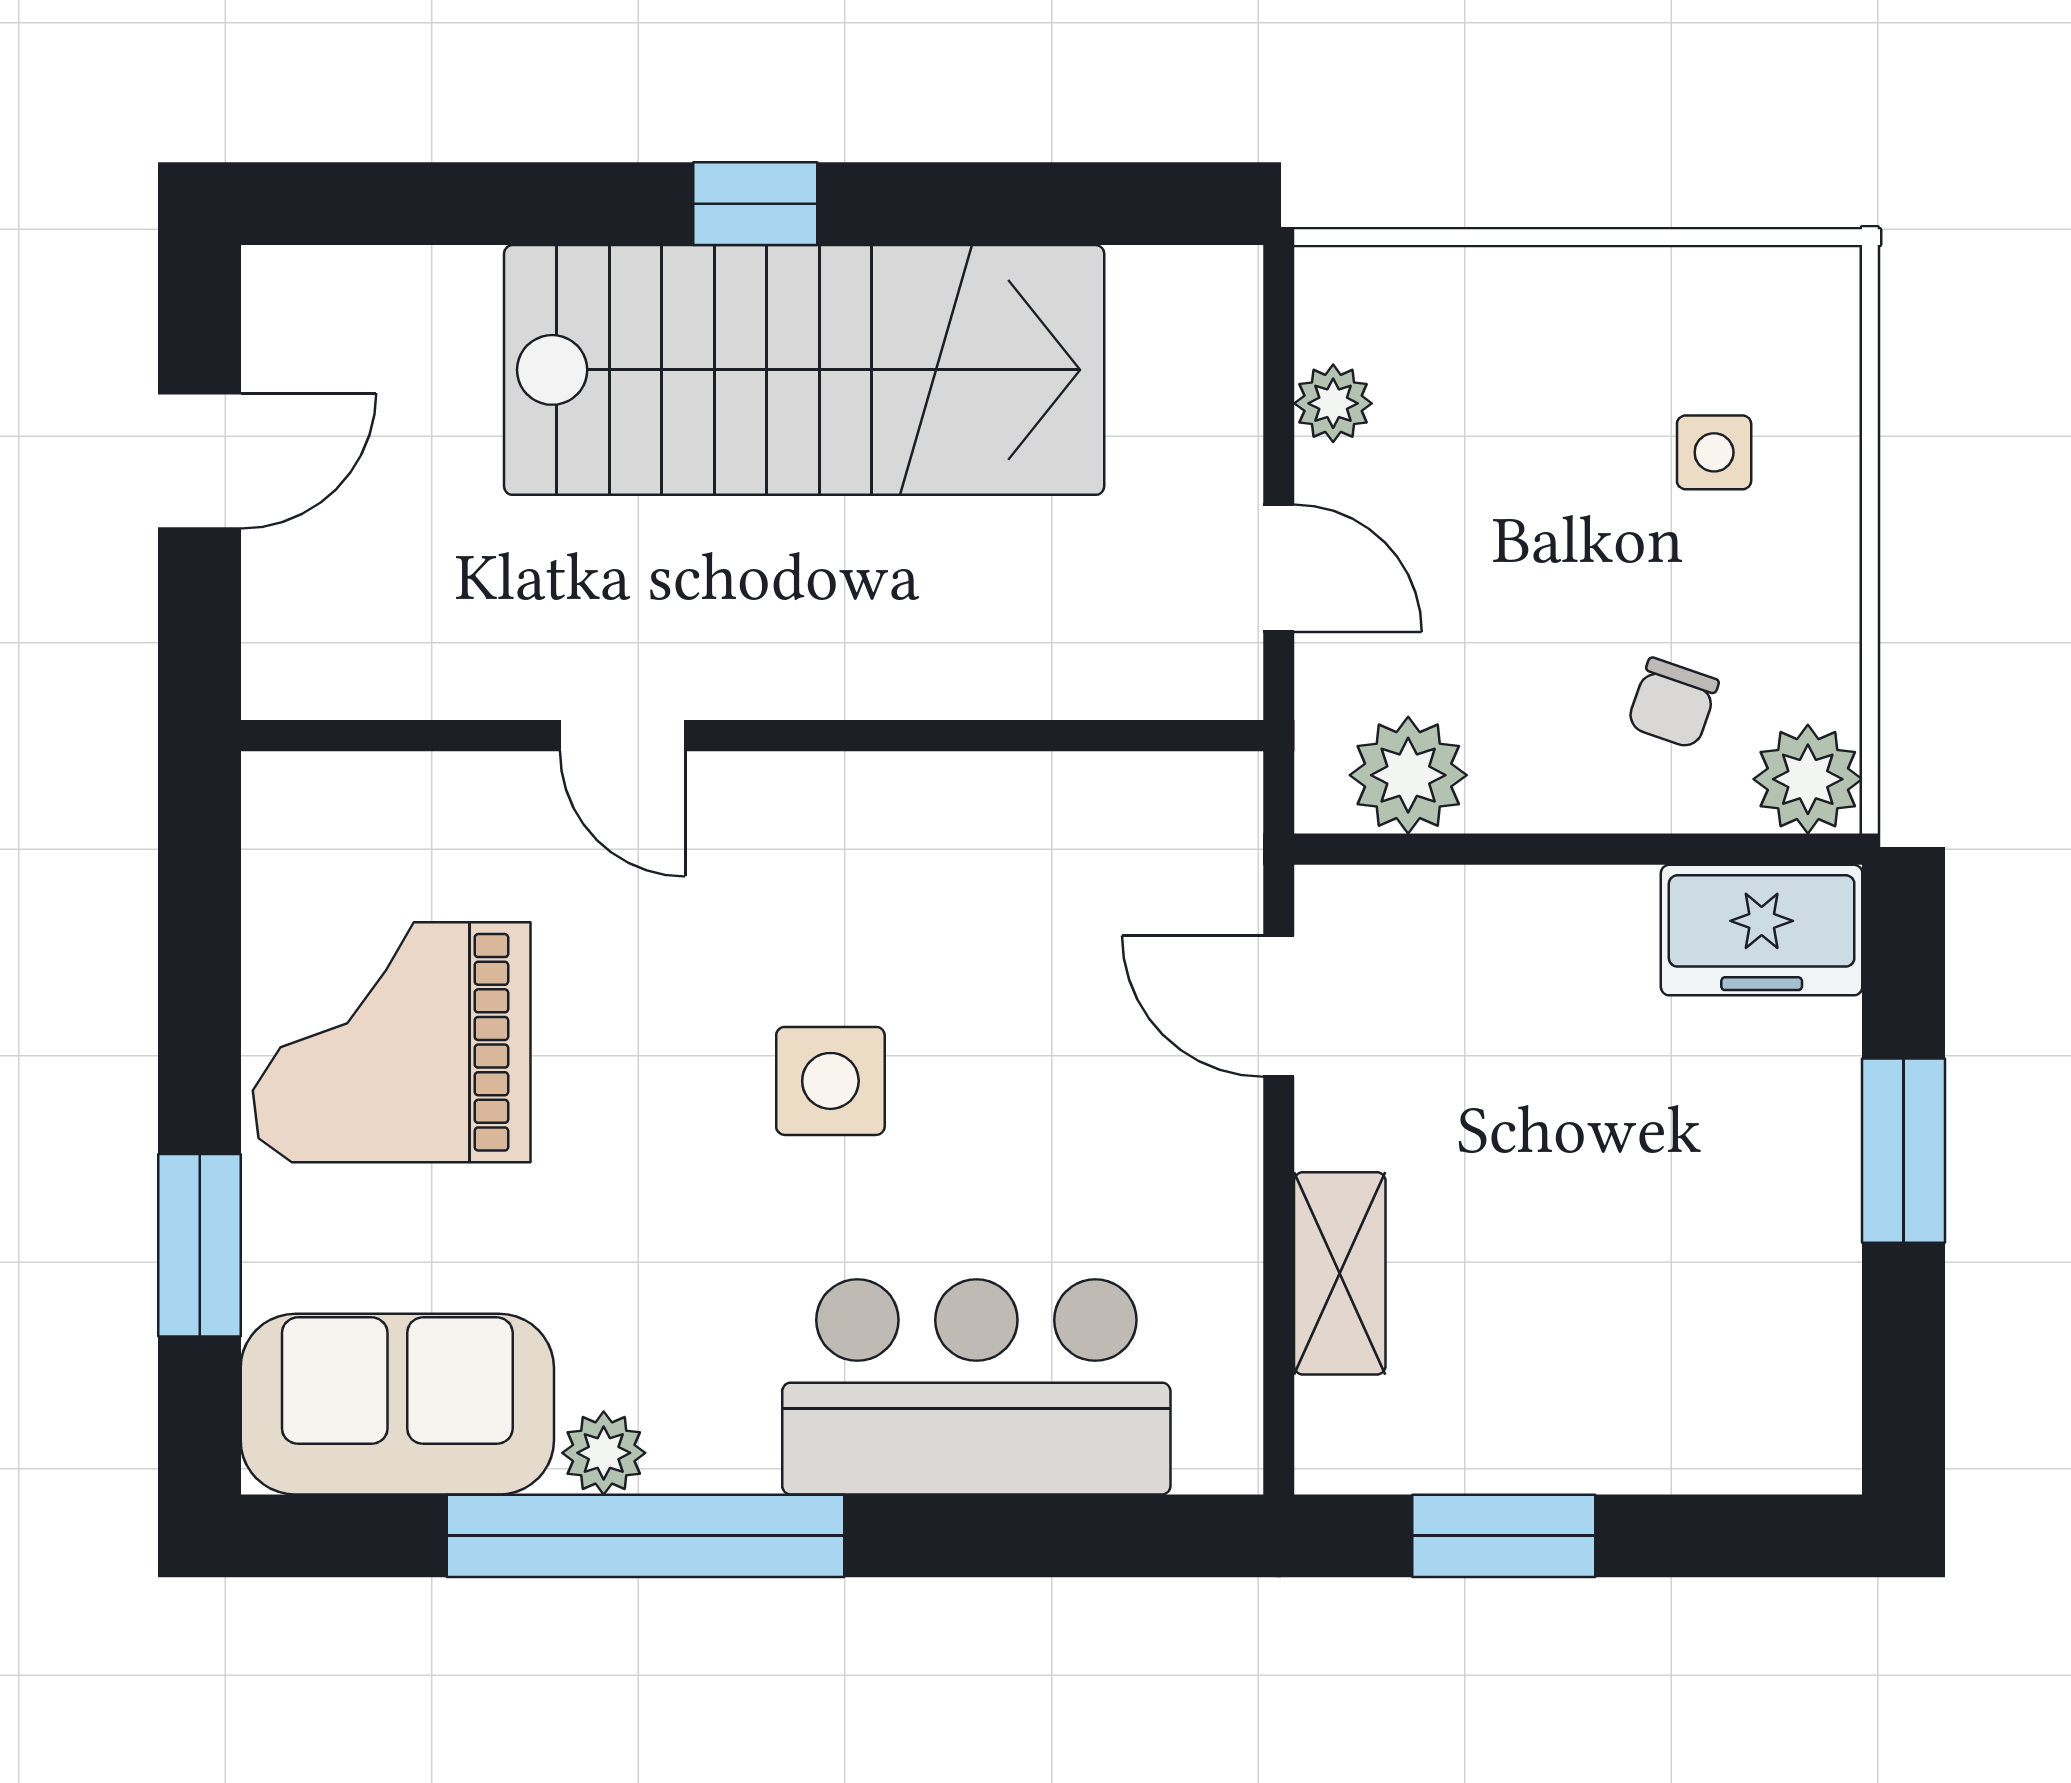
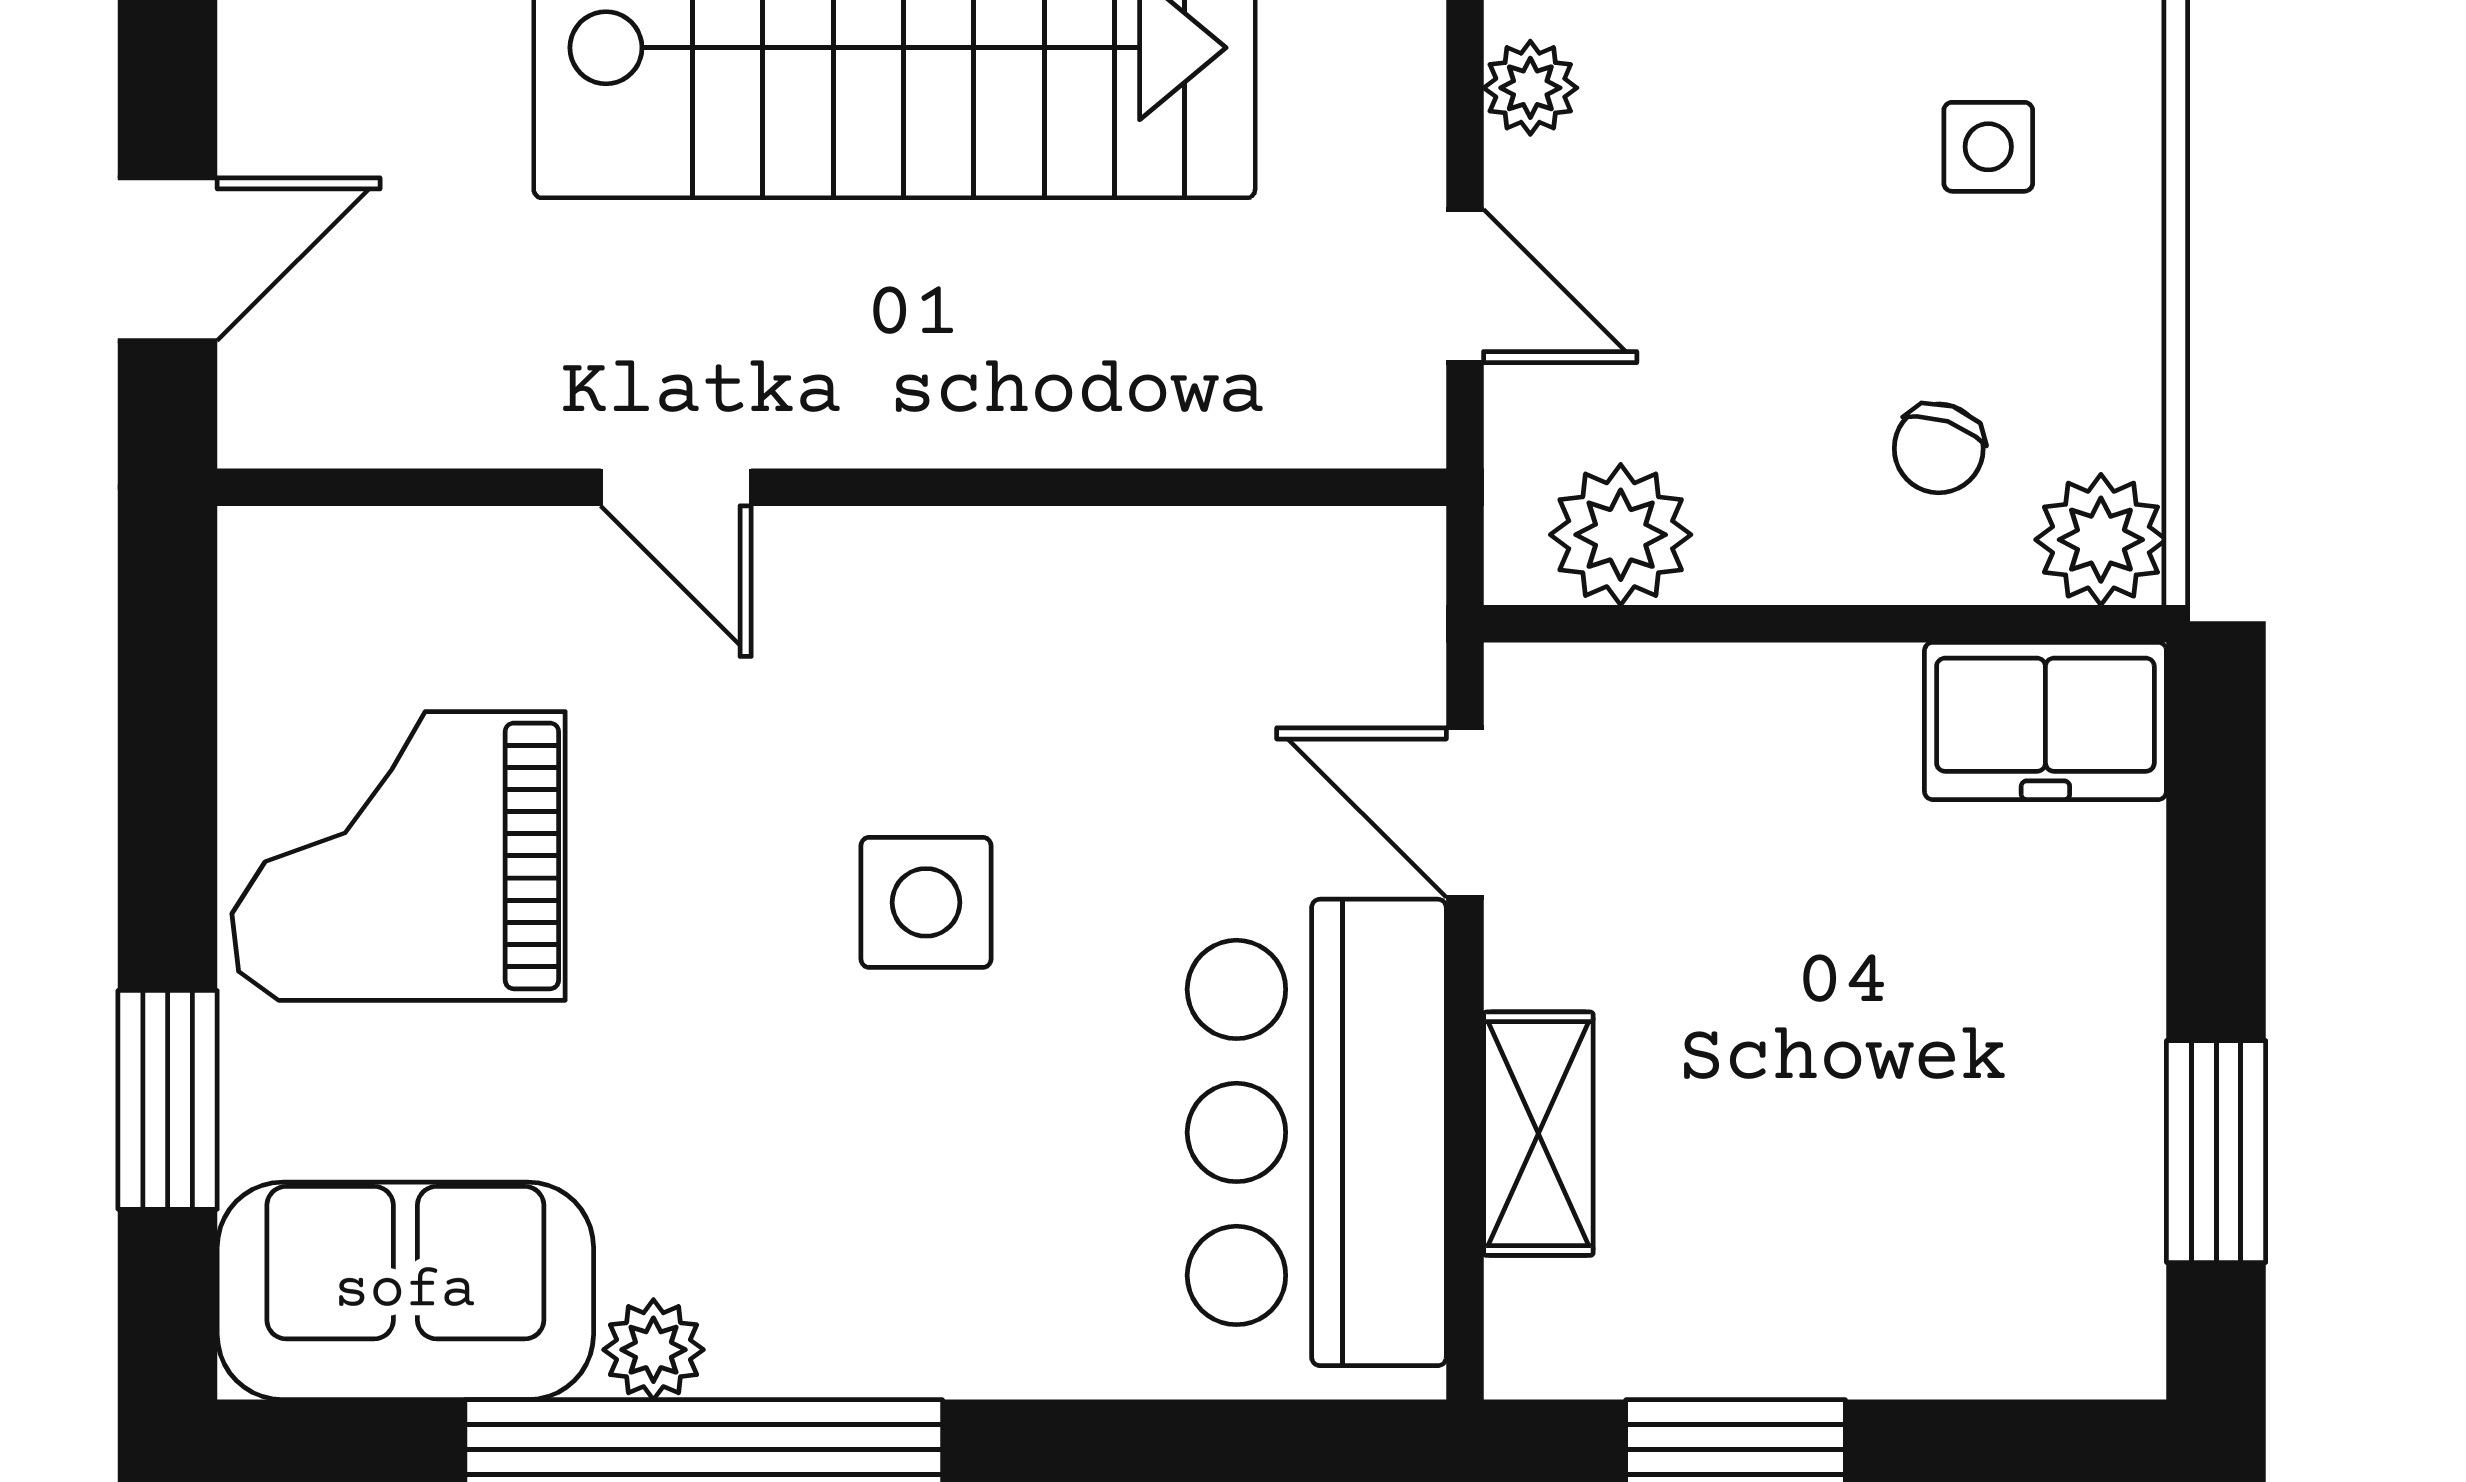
door: (200, 461) -> (168, 259), moved
window: (1904, 1151) -> (2216, 1152), moved
bar counter: (976, 1387) -> (1317, 1132), moved, turned -90

